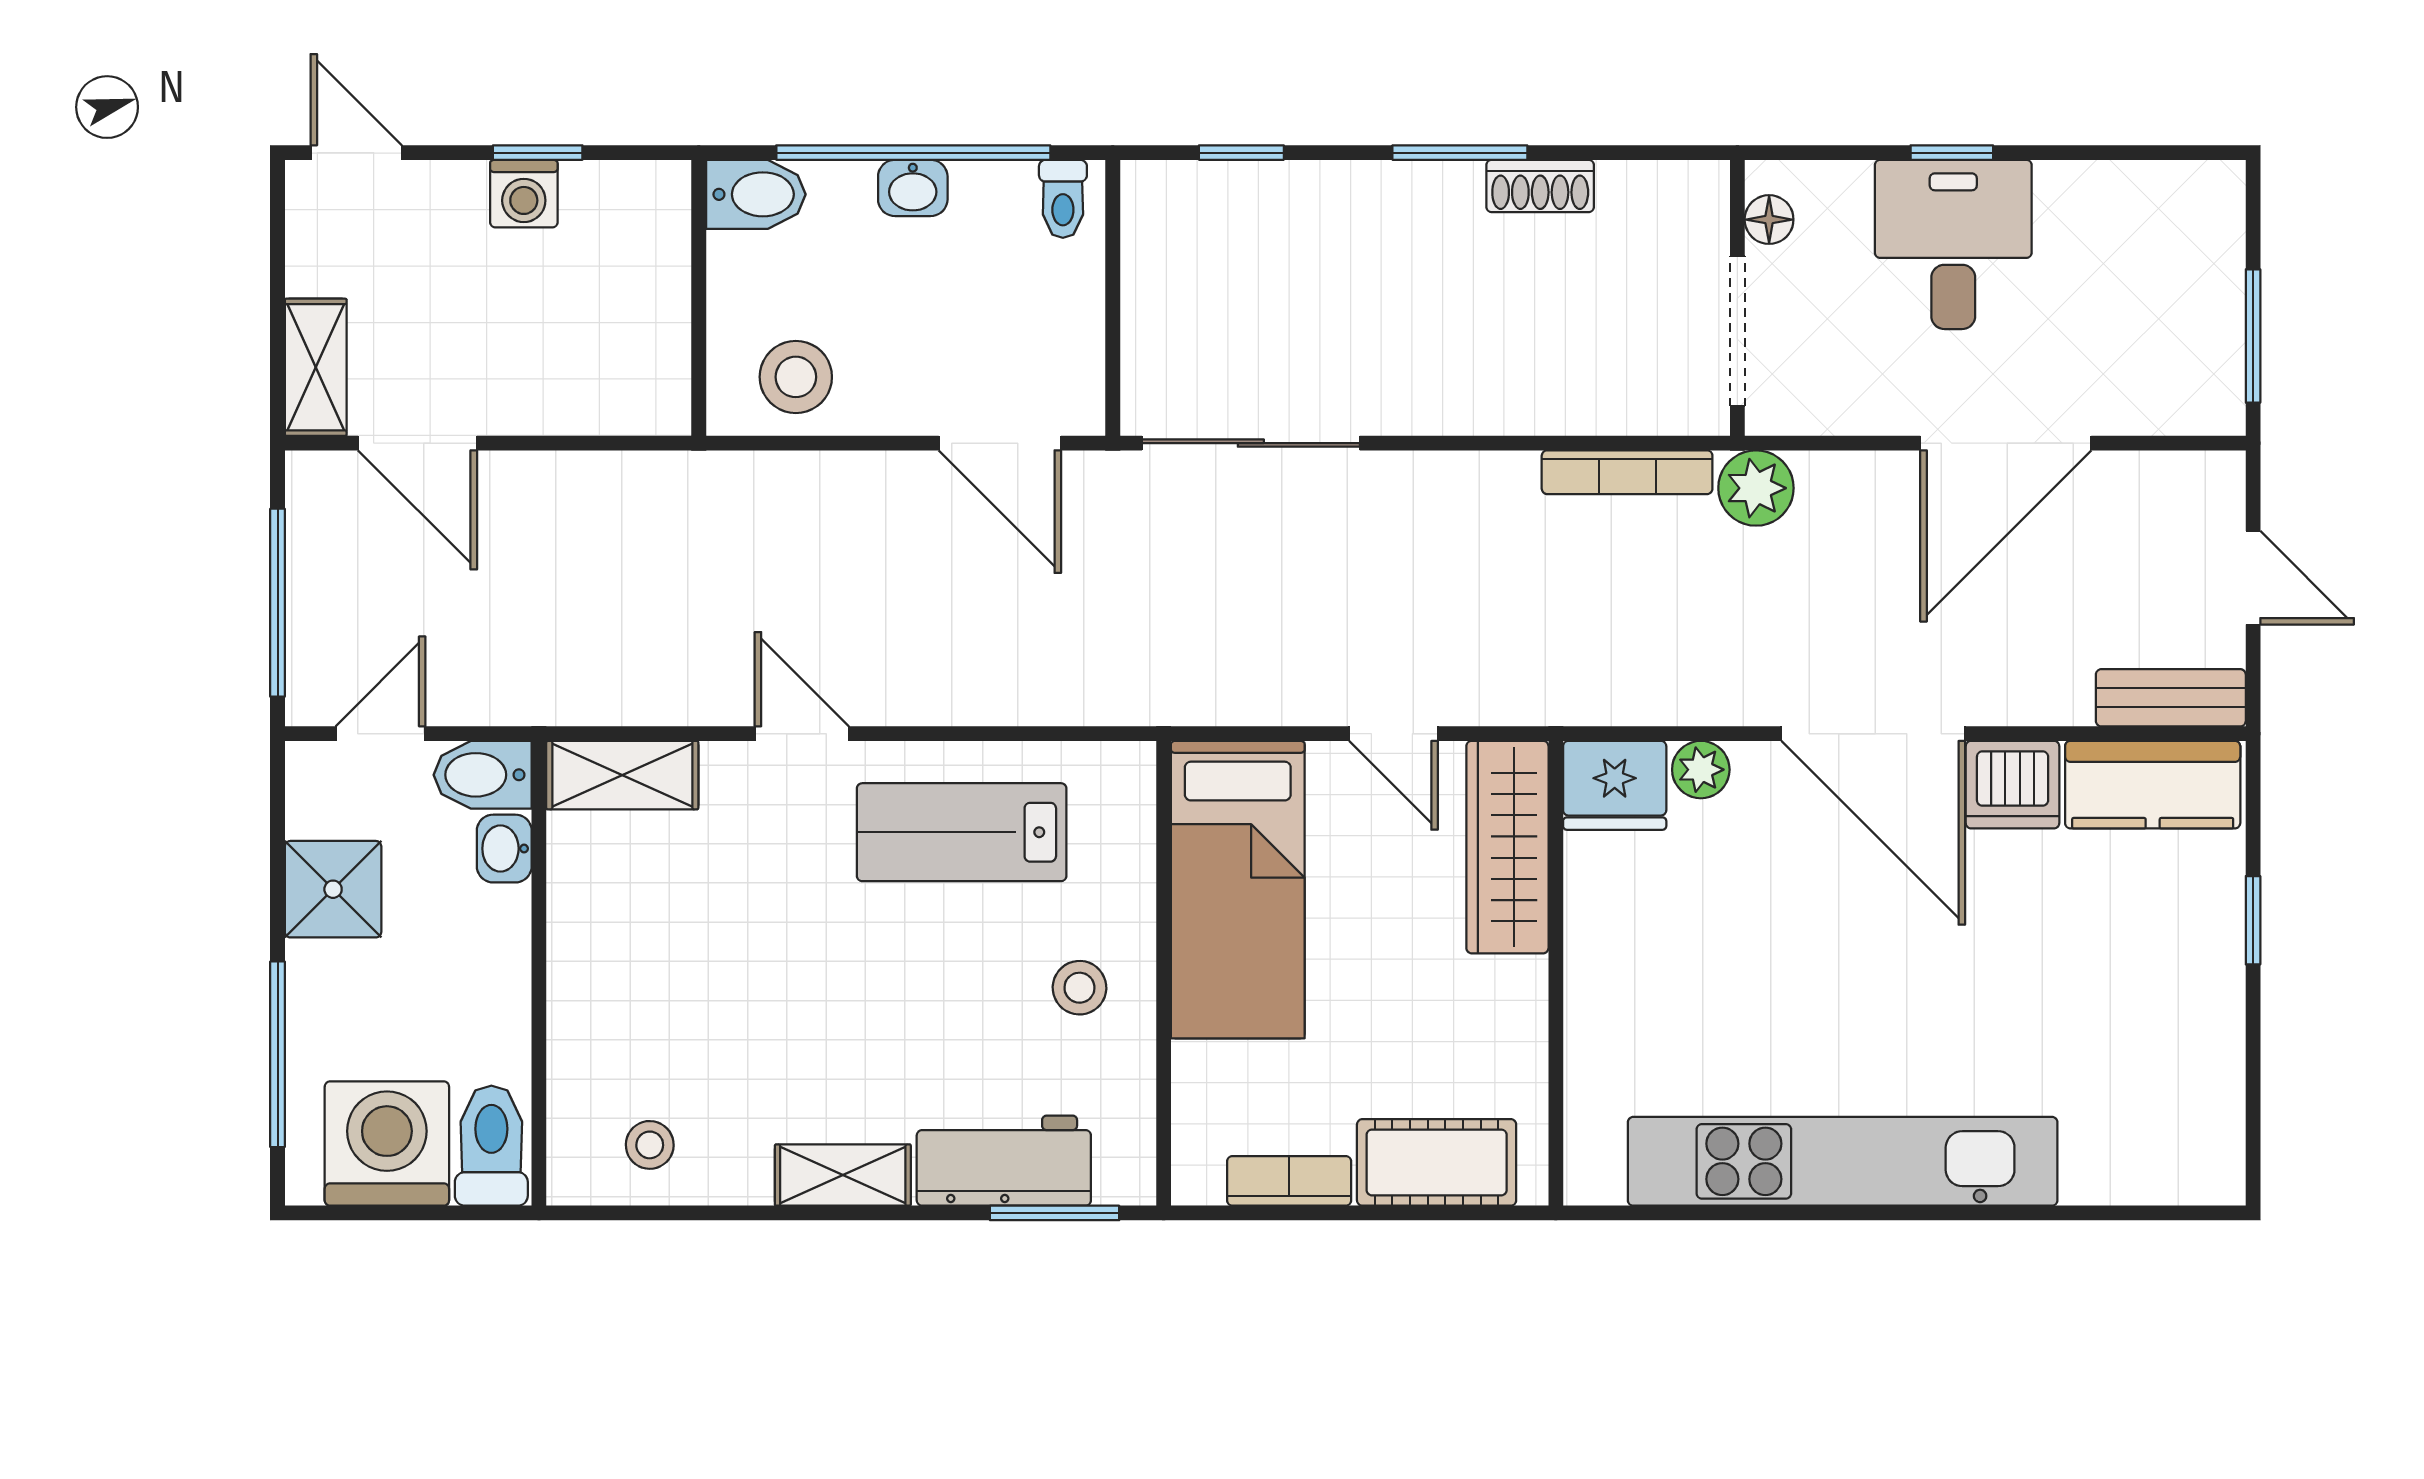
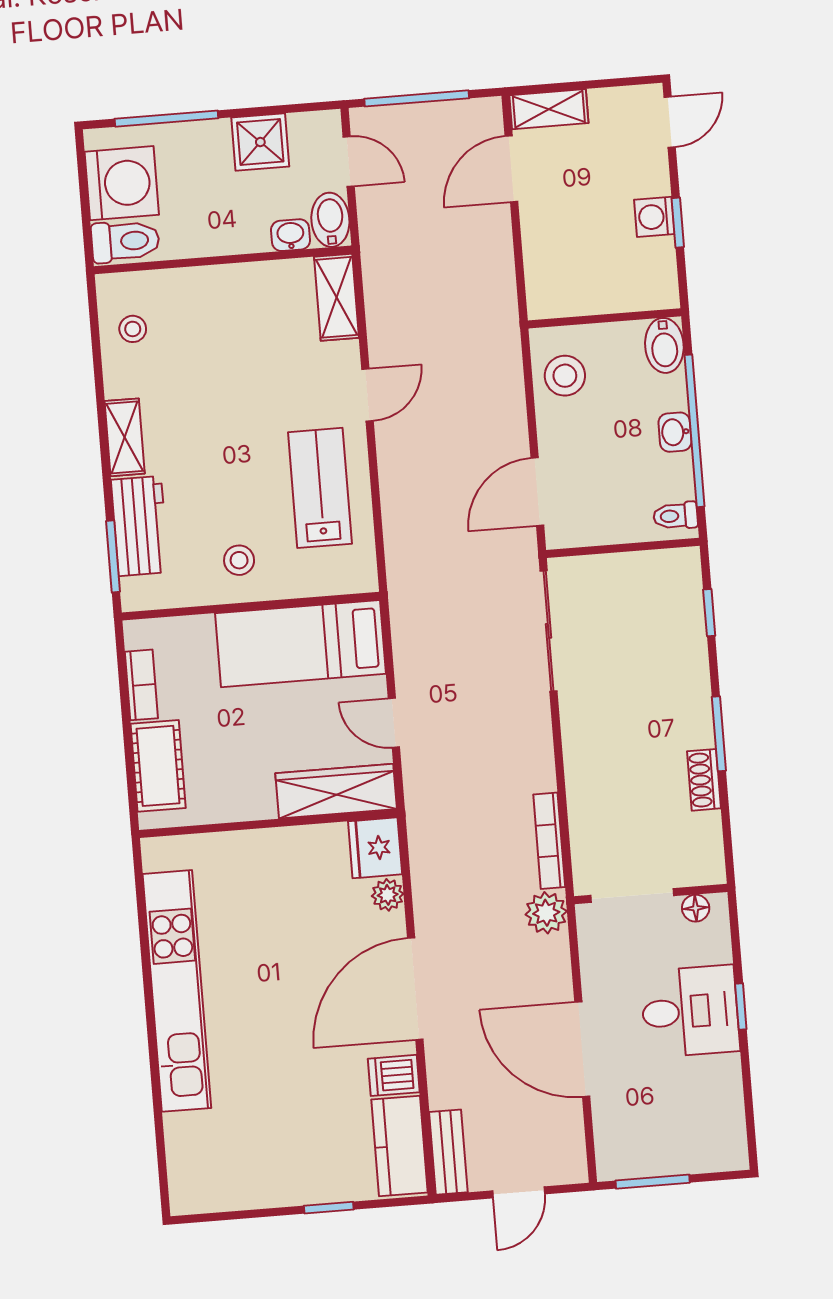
door: (1393, 734) -> (394, 723), hinge flipped
dishwasher: (2013, 785) -> (394, 1075), width x0.73

